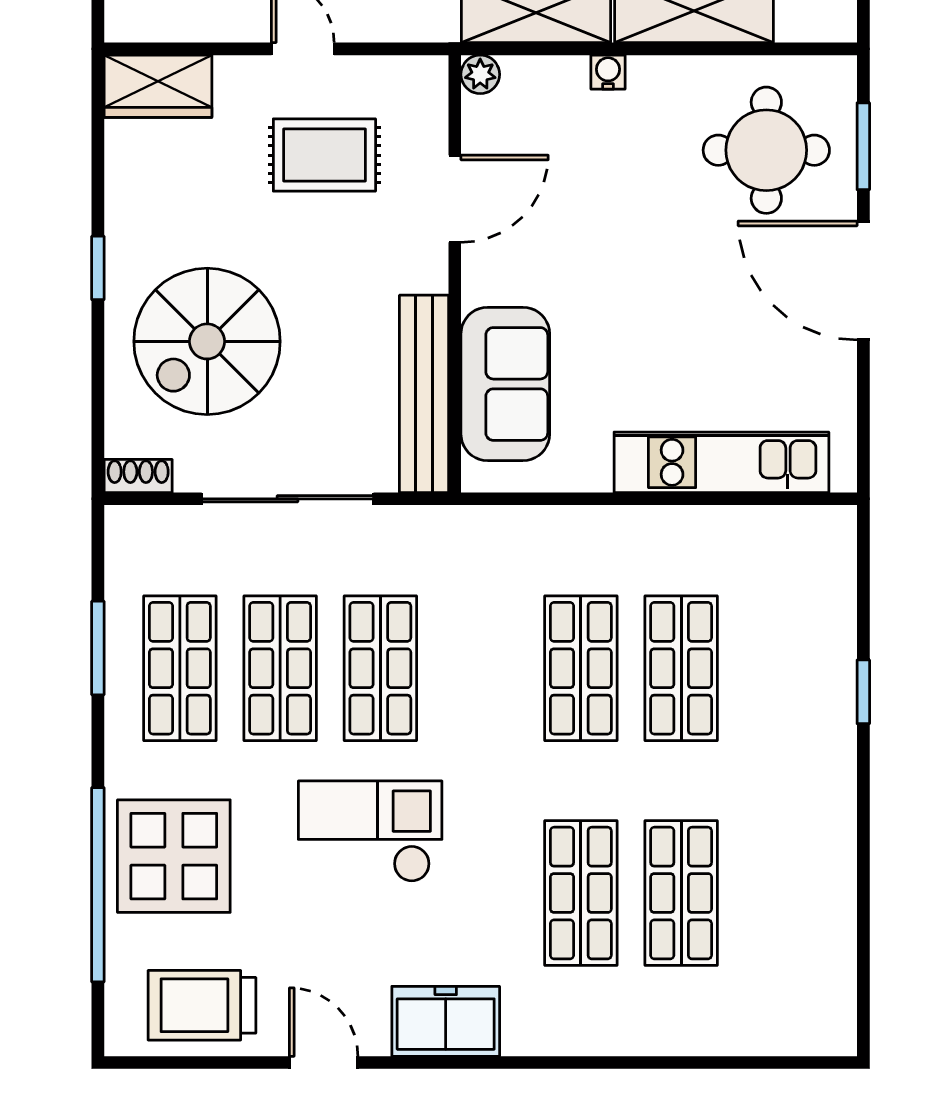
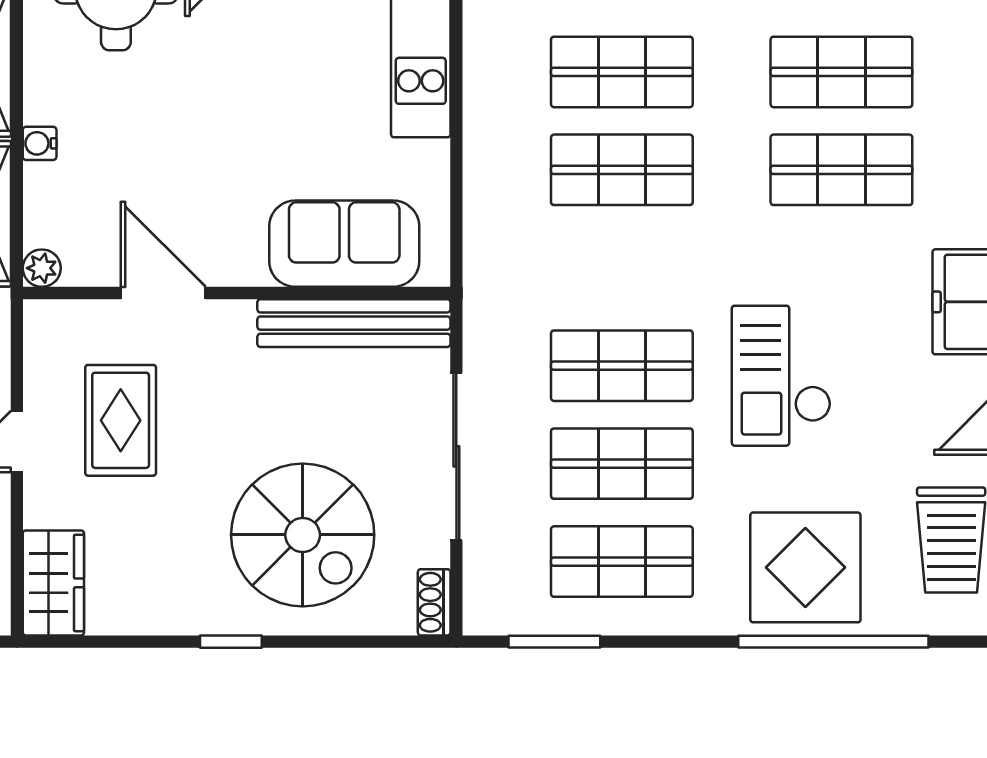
window: (98, 648) -> (554, 642), moved

